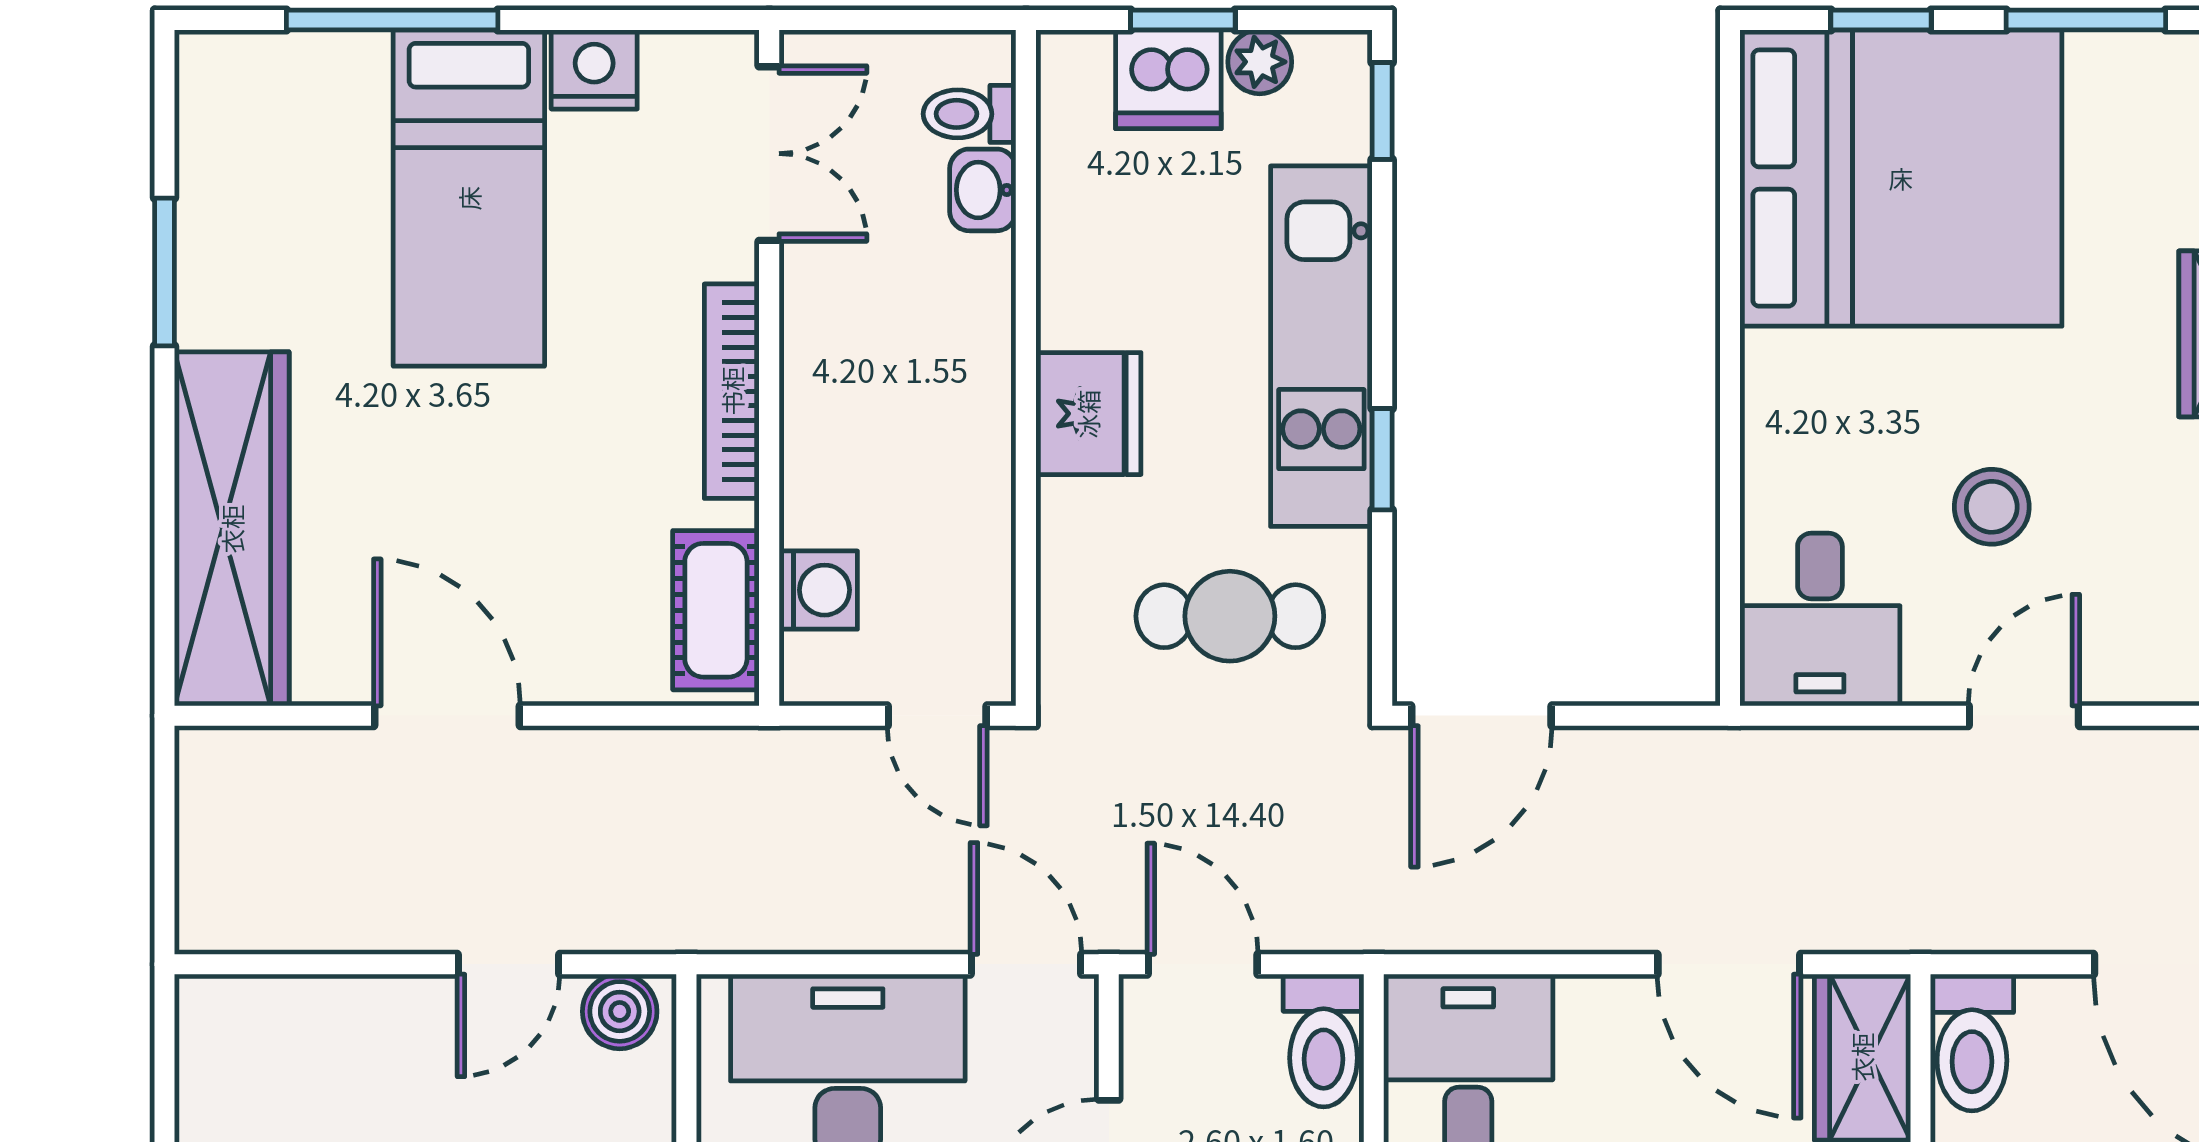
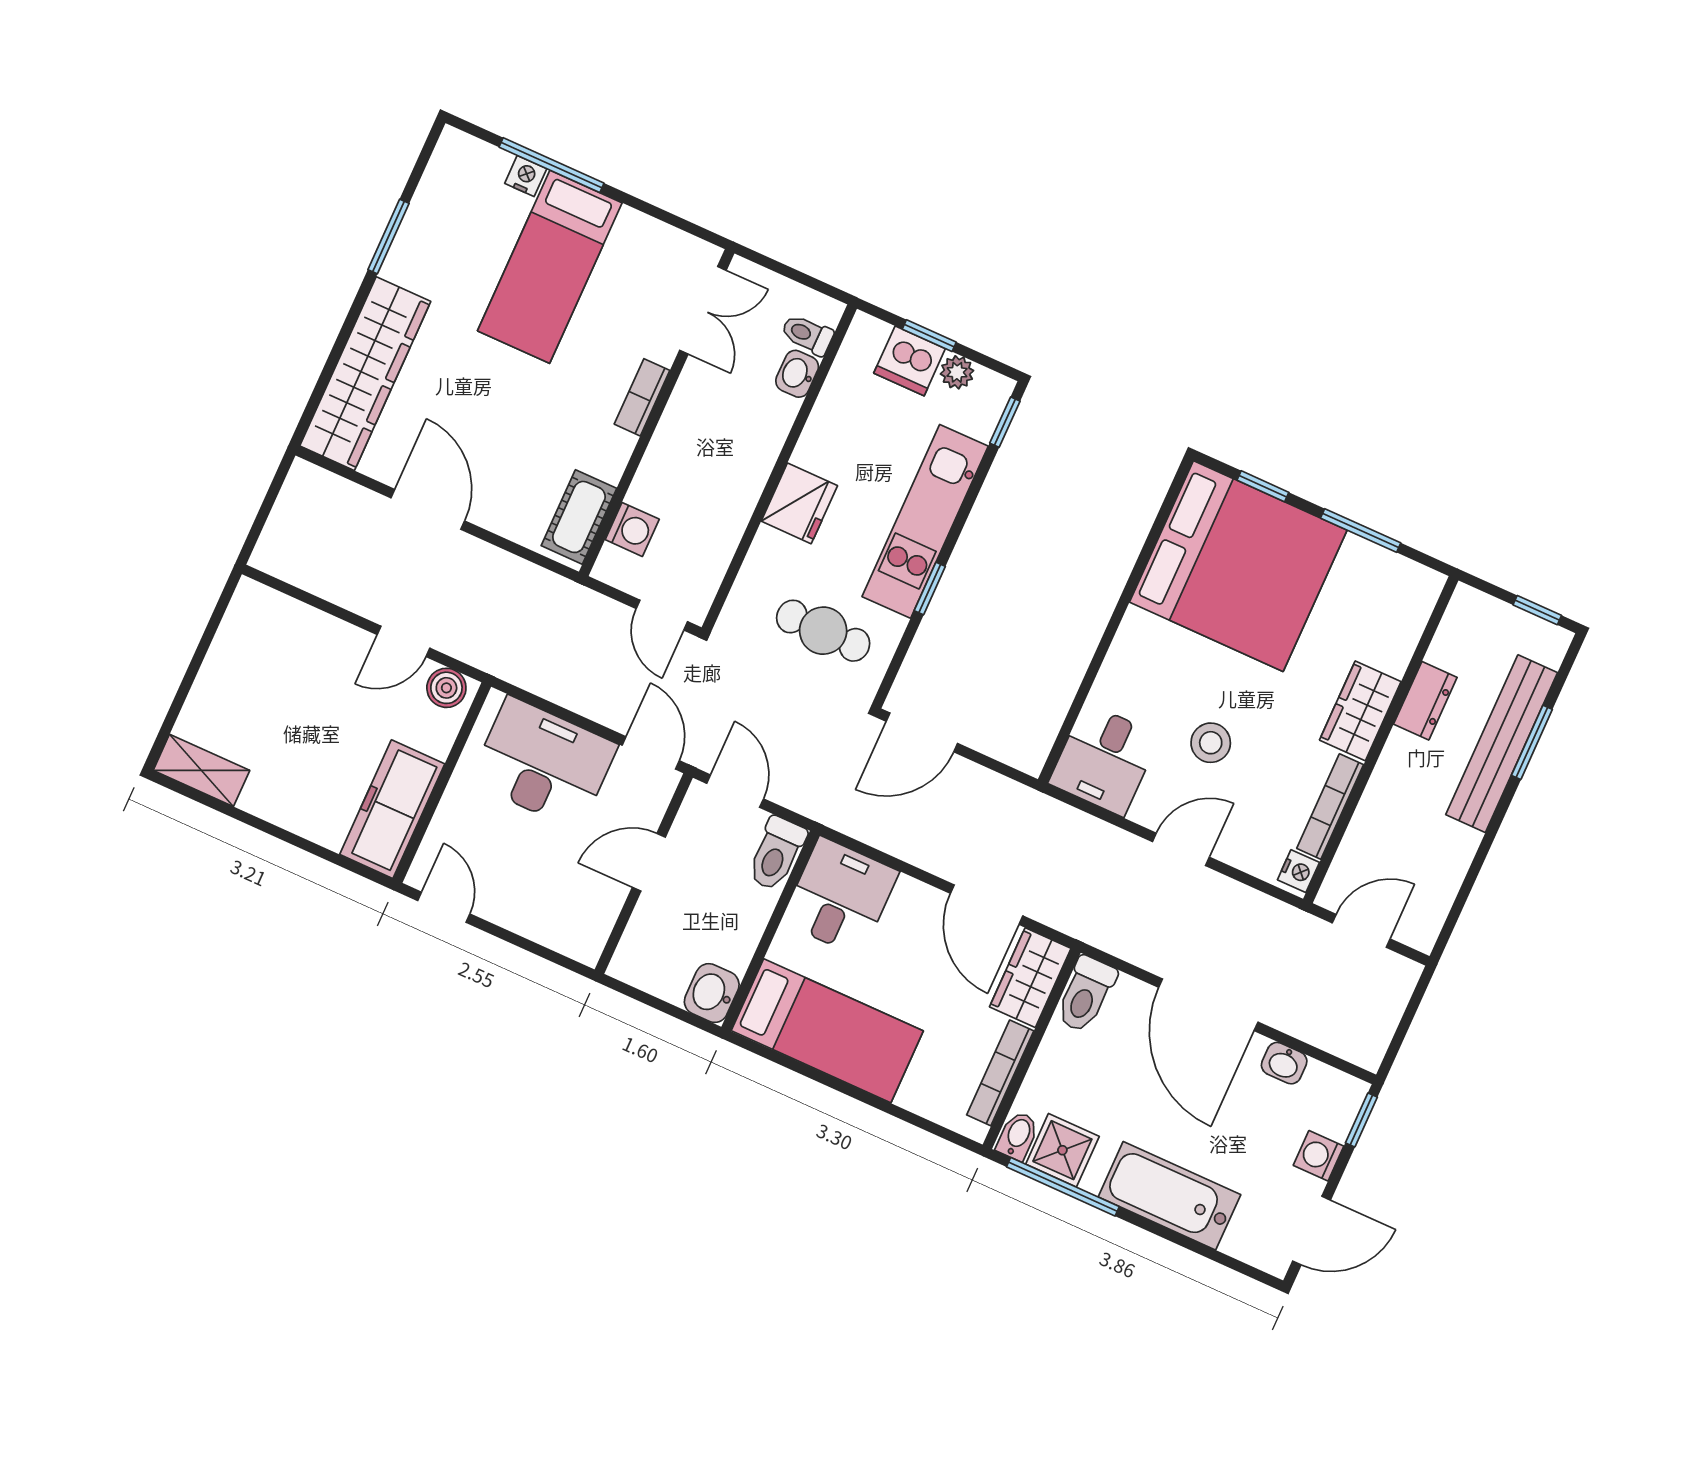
nightstand: (594, 69) -> (526, 176), moved, width x0.72, depth x0.74
bookcase: (732, 391) -> (642, 397), width x0.64

